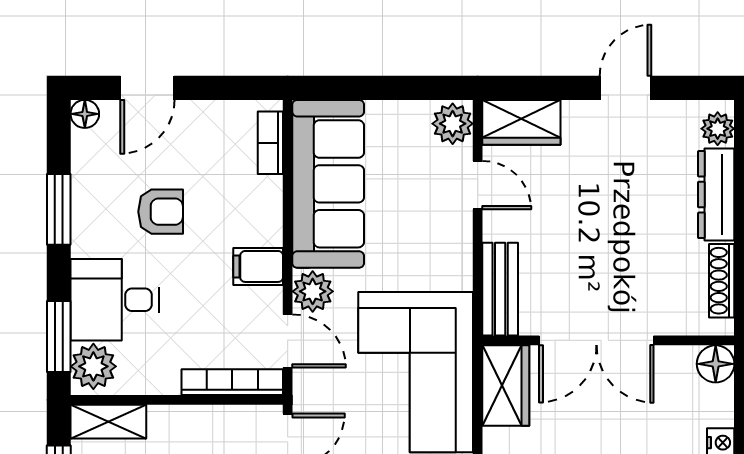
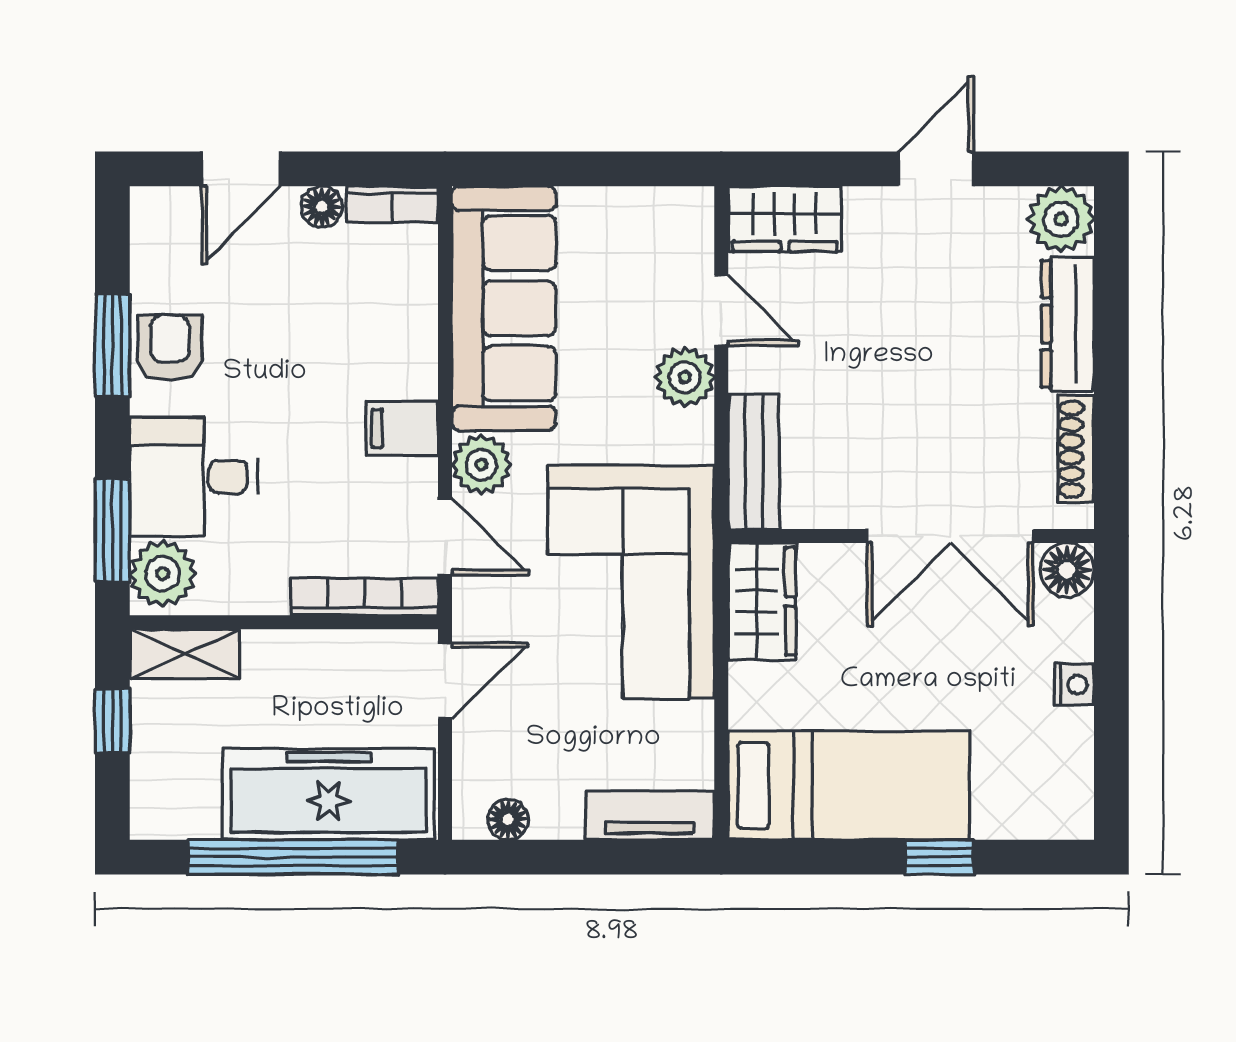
floor lamp: (85, 114) -> (322, 207), moved
plant: (453, 124) -> (685, 377), moved
plant: (718, 129) -> (1061, 219), width x1.38, depth x1.38
bookcase: (270, 143) -> (392, 204), moved, turned -90
armchair: (161, 212) -> (170, 348), moved, turned -90
double door: (596, 340) -> (950, 536), moved

